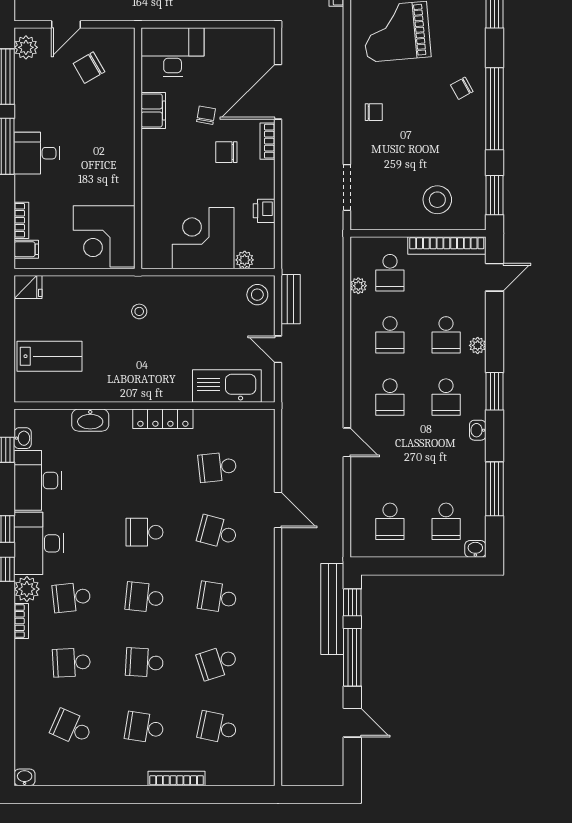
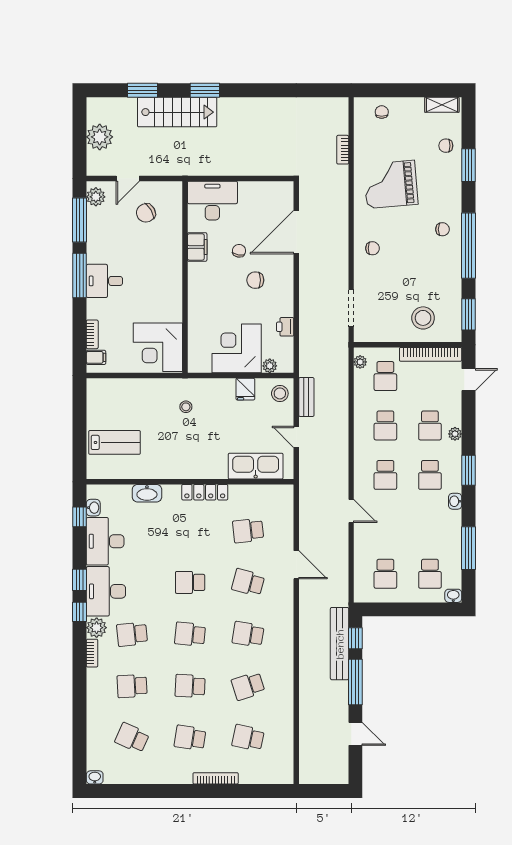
chair: (462, 88) -> (442, 229), turned -151
bookcase: (267, 141) -> (288, 271), removed
plant: (358, 286) -> (360, 362), moved
fridge: (28, 287) -> (245, 389), moved, turned 90

